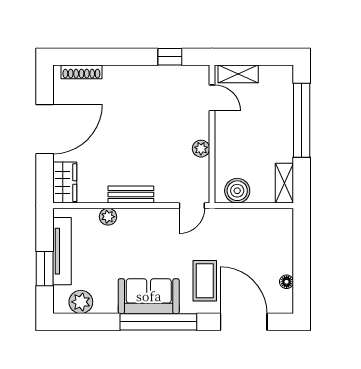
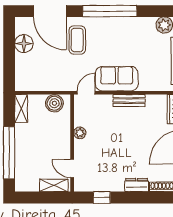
dresser: (120, 74) -> (137, 185), added
plant: (108, 217) -> (145, 85), removed
floor lamp: (287, 282) -> (24, 44), width x1.89, depth x1.89
sofa: (149, 296) -> (117, 79), moved, turned 180

